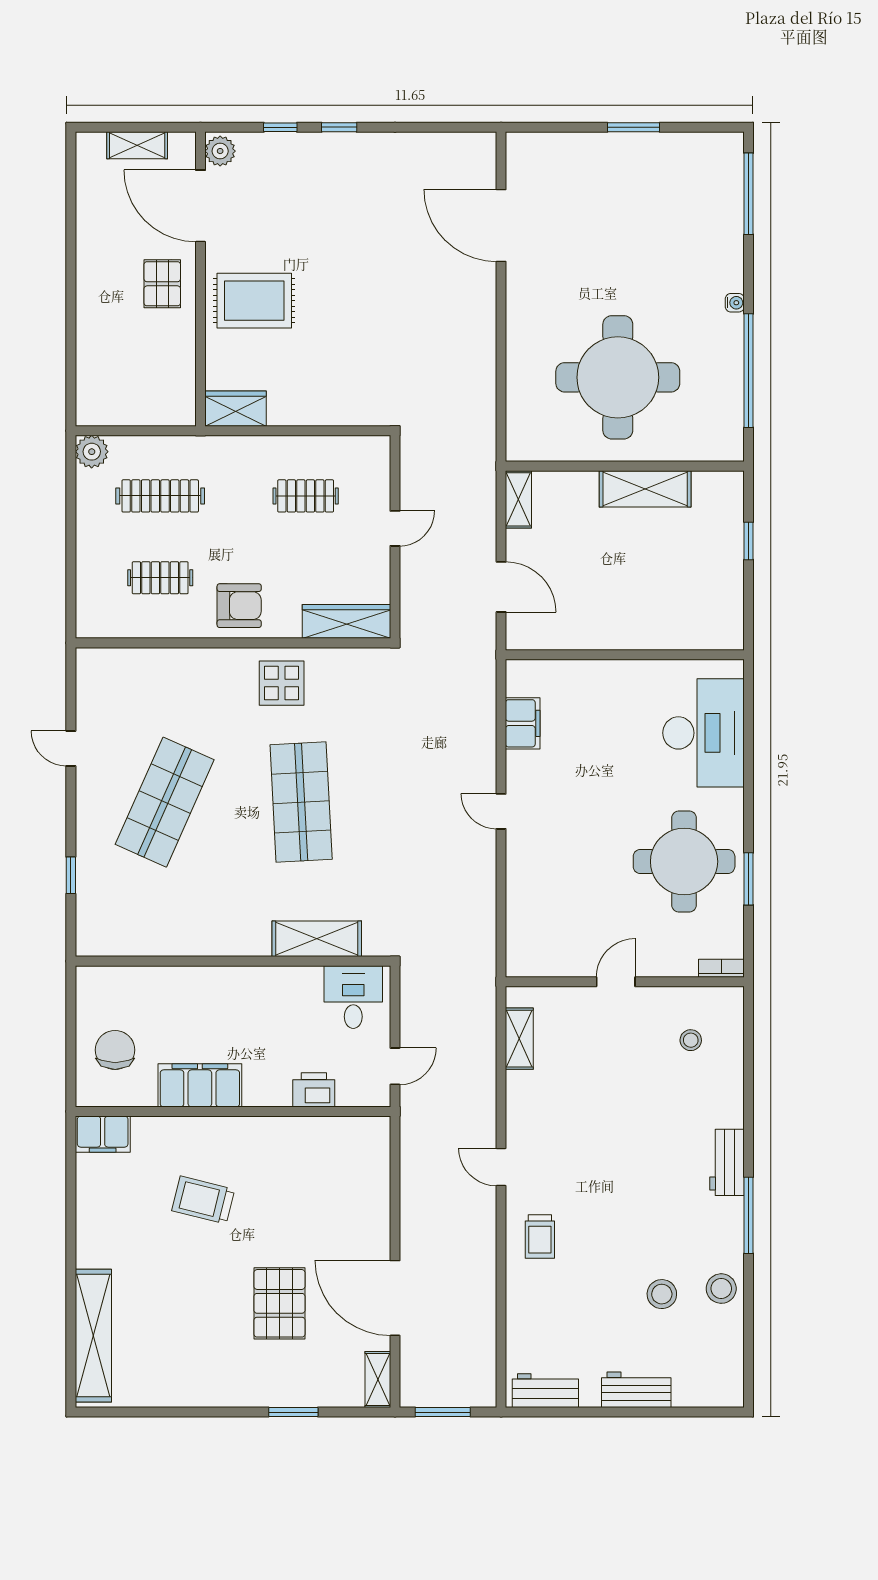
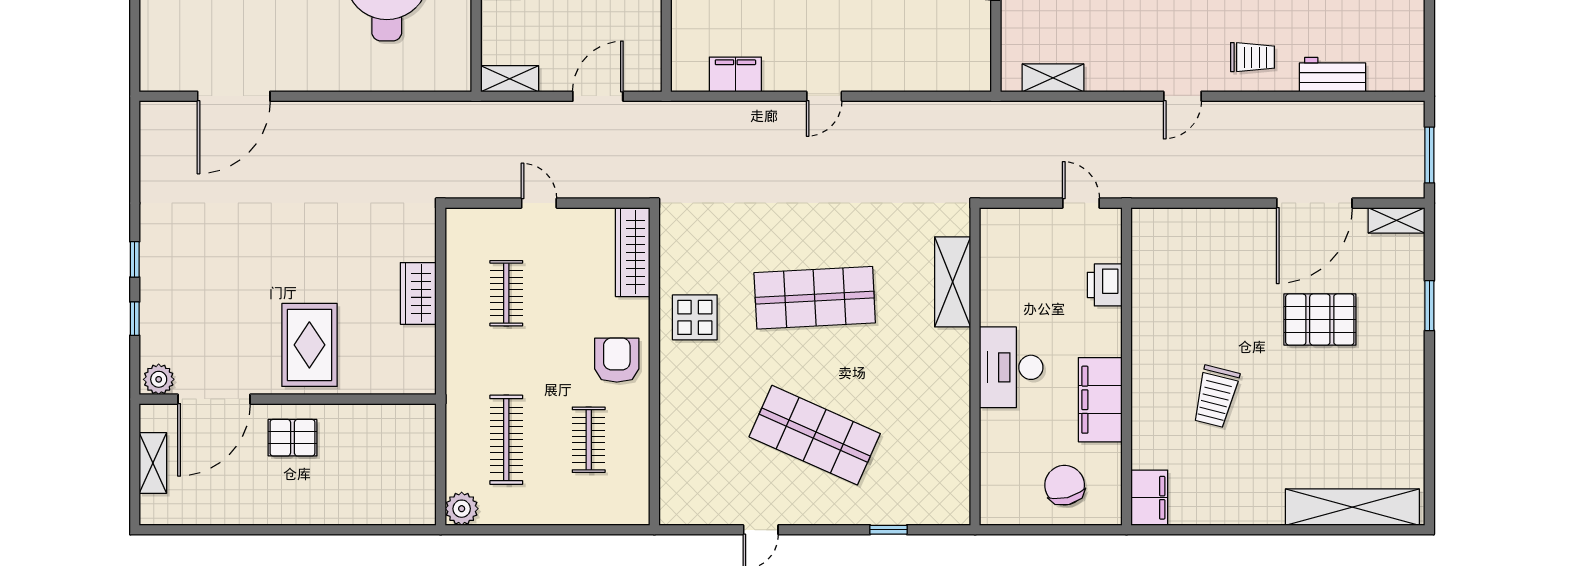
wardrobe: (236, 409) -> (418, 293), moved
desk: (353, 997) -> (1011, 367), moved, width x1.37
chair: (115, 1050) -> (1065, 485), turned 76
workbench: (545, 1391) -> (1332, 75), moved, turned 90

